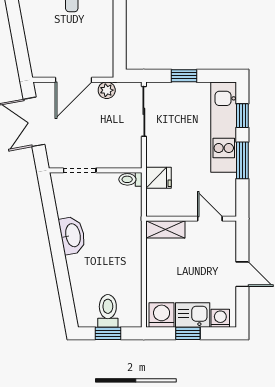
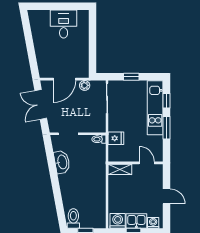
washbasin: (72, 235) -> (62, 162), moved
toilet: (108, 311) -> (73, 218), moved

